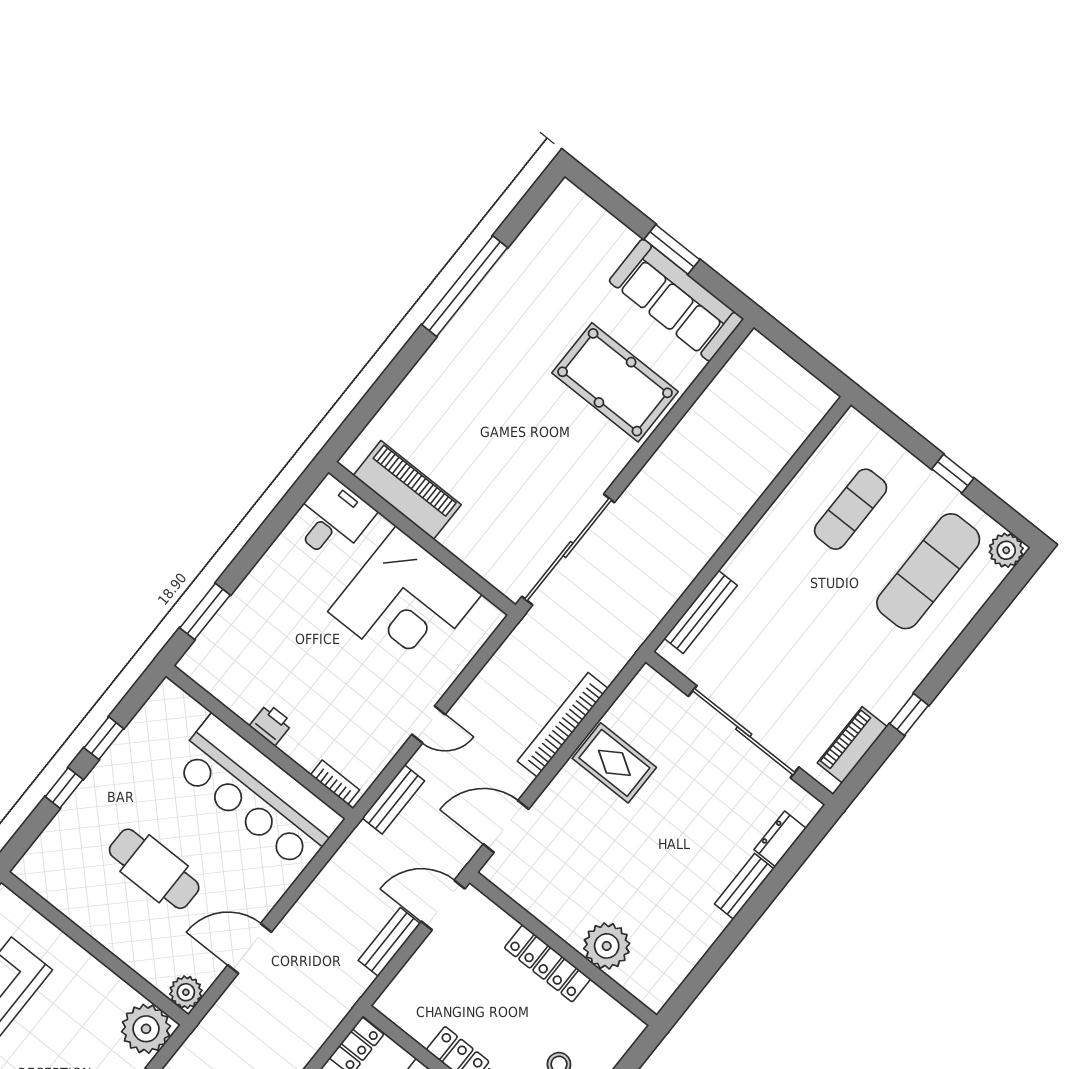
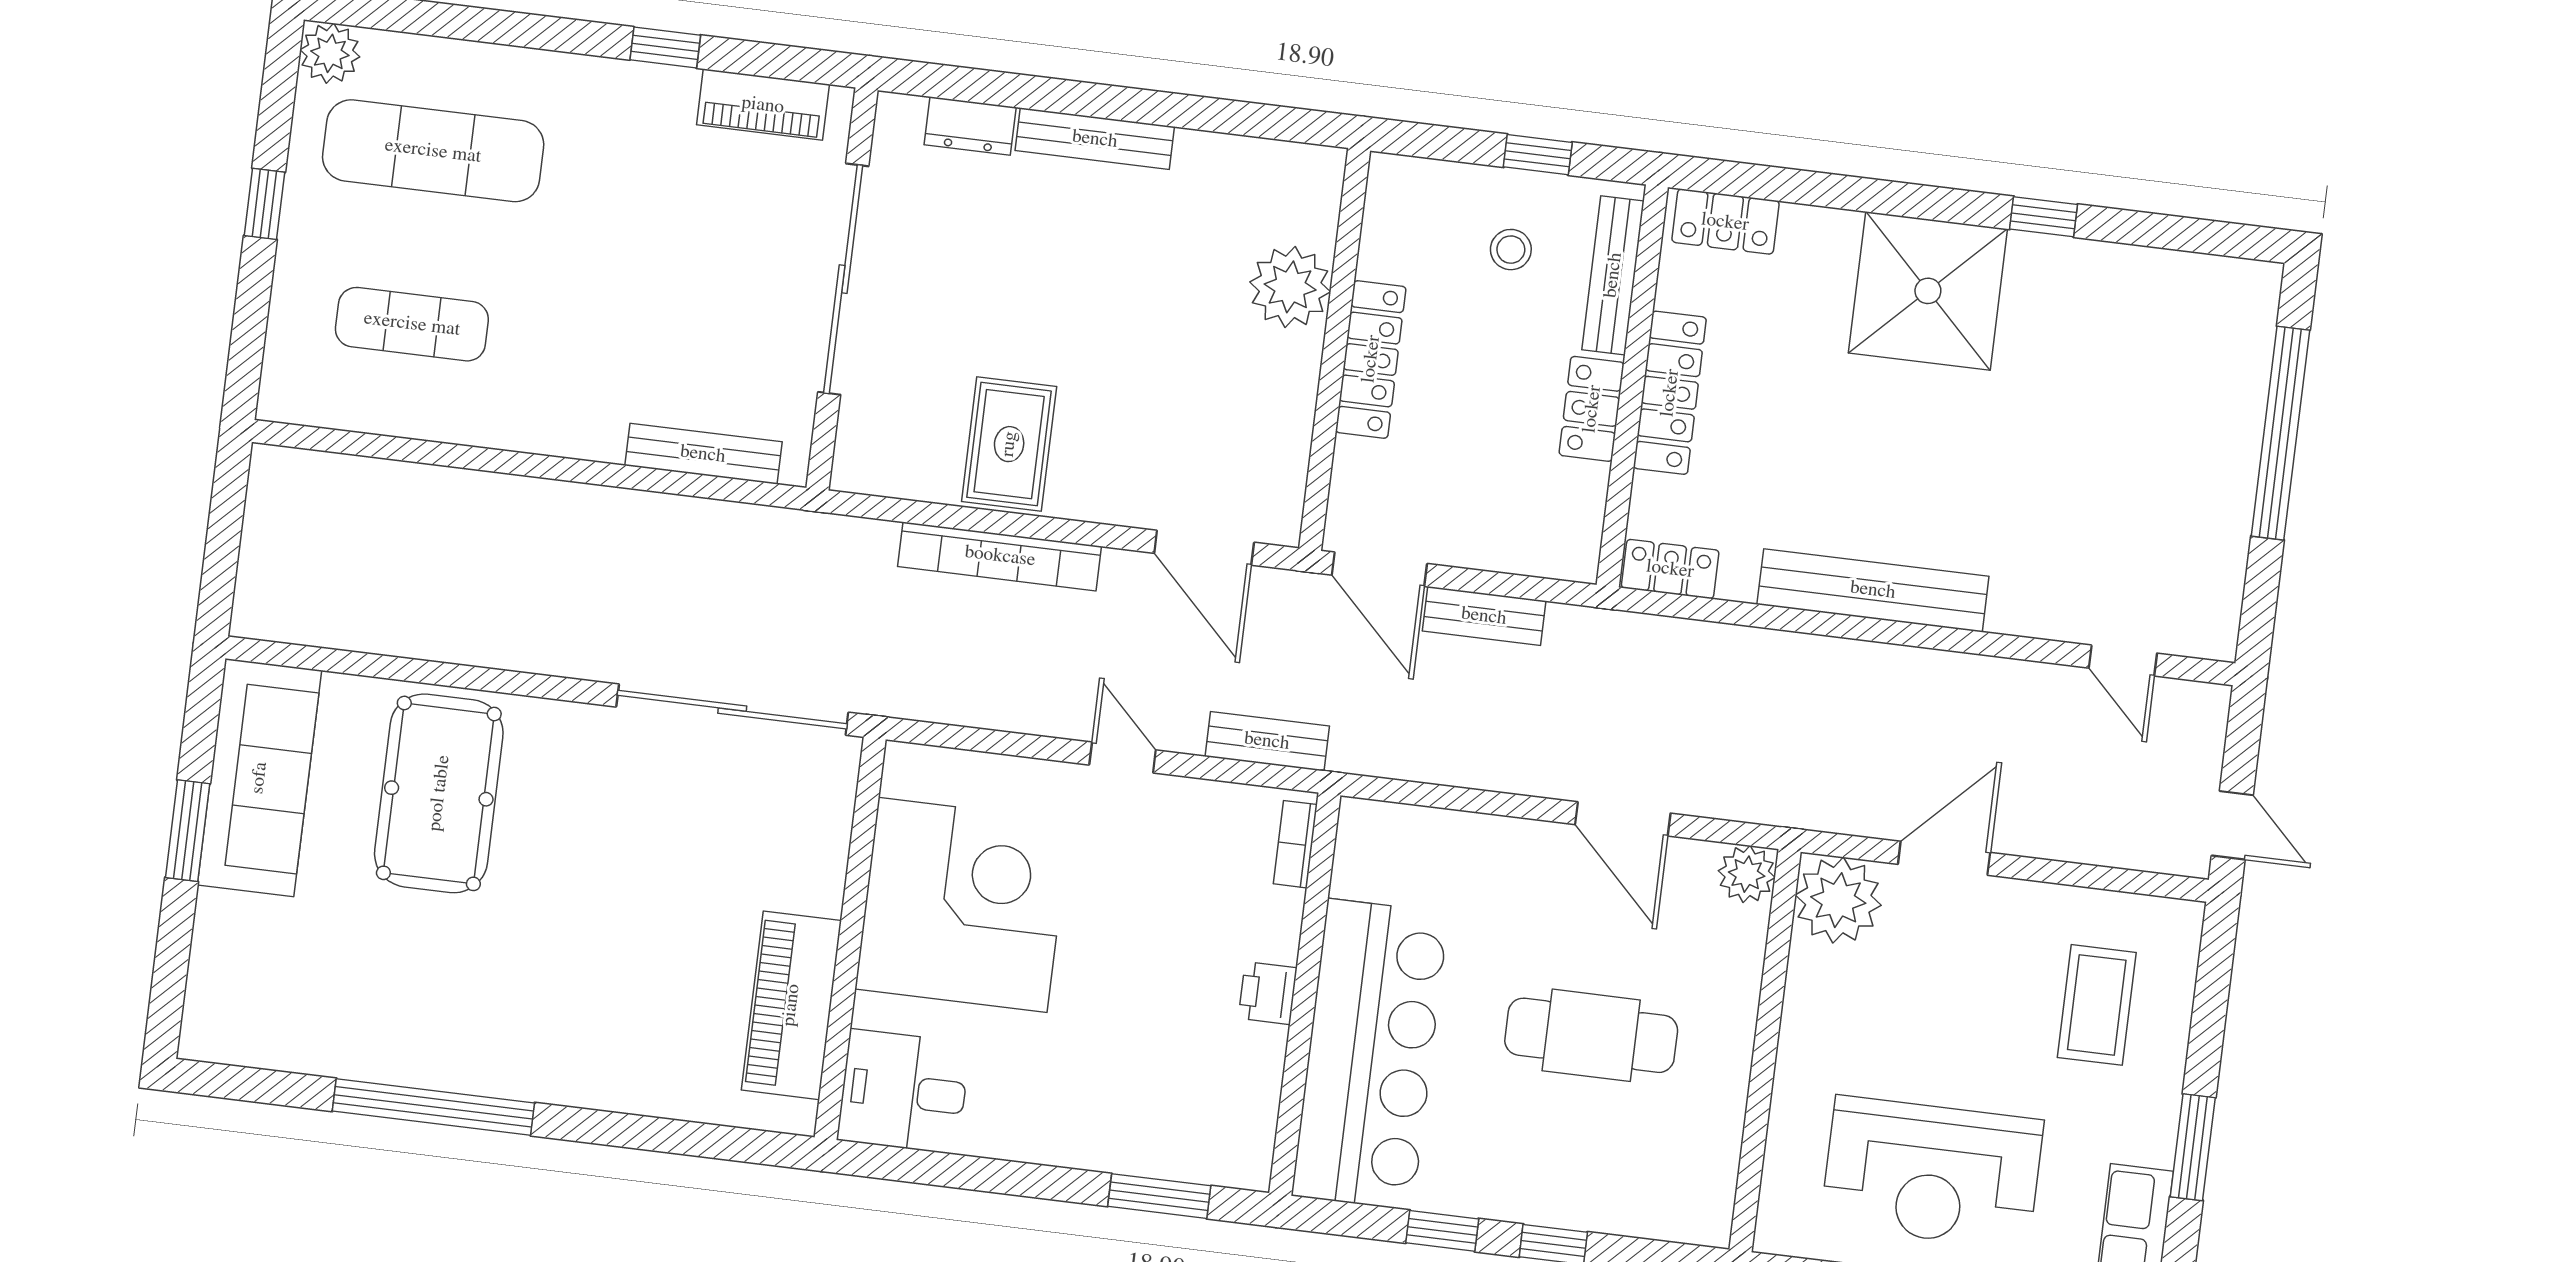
bar counter: (257, 793) -> (1370, 1054), moved
cafe table: (154, 869) -> (1591, 1035), turned 90
bench: (744, 886) -> (1095, 139), width x1.36

